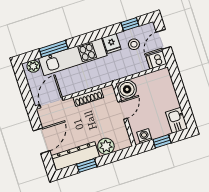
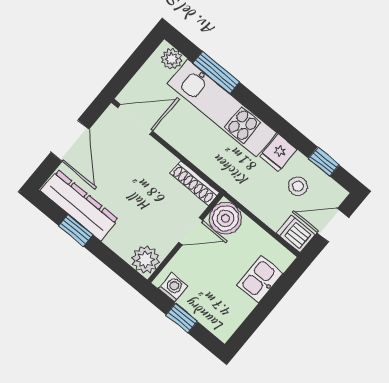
shoe rack: (88, 97) -> (194, 183), moved
kitchen sink: (177, 120) -> (260, 279), moved
door: (41, 141) -> (70, 141), hinge flipped
plant: (106, 146) -> (145, 260), moved

